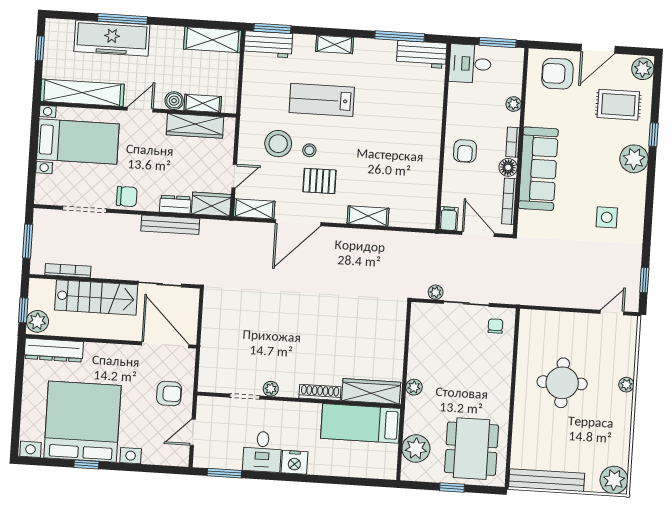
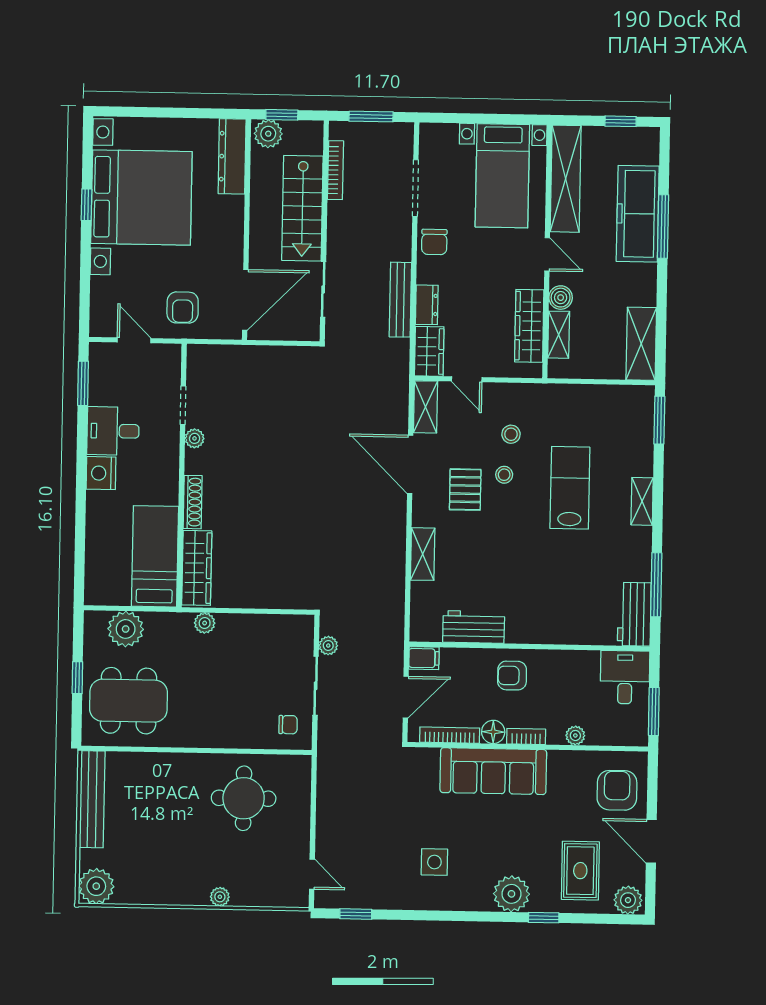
workbench: (268, 44) -> (474, 627), moved, turned 90
stool: (278, 144) -> (511, 434), width x0.53, depth x0.53
round table: (562, 383) -> (244, 798), moved

